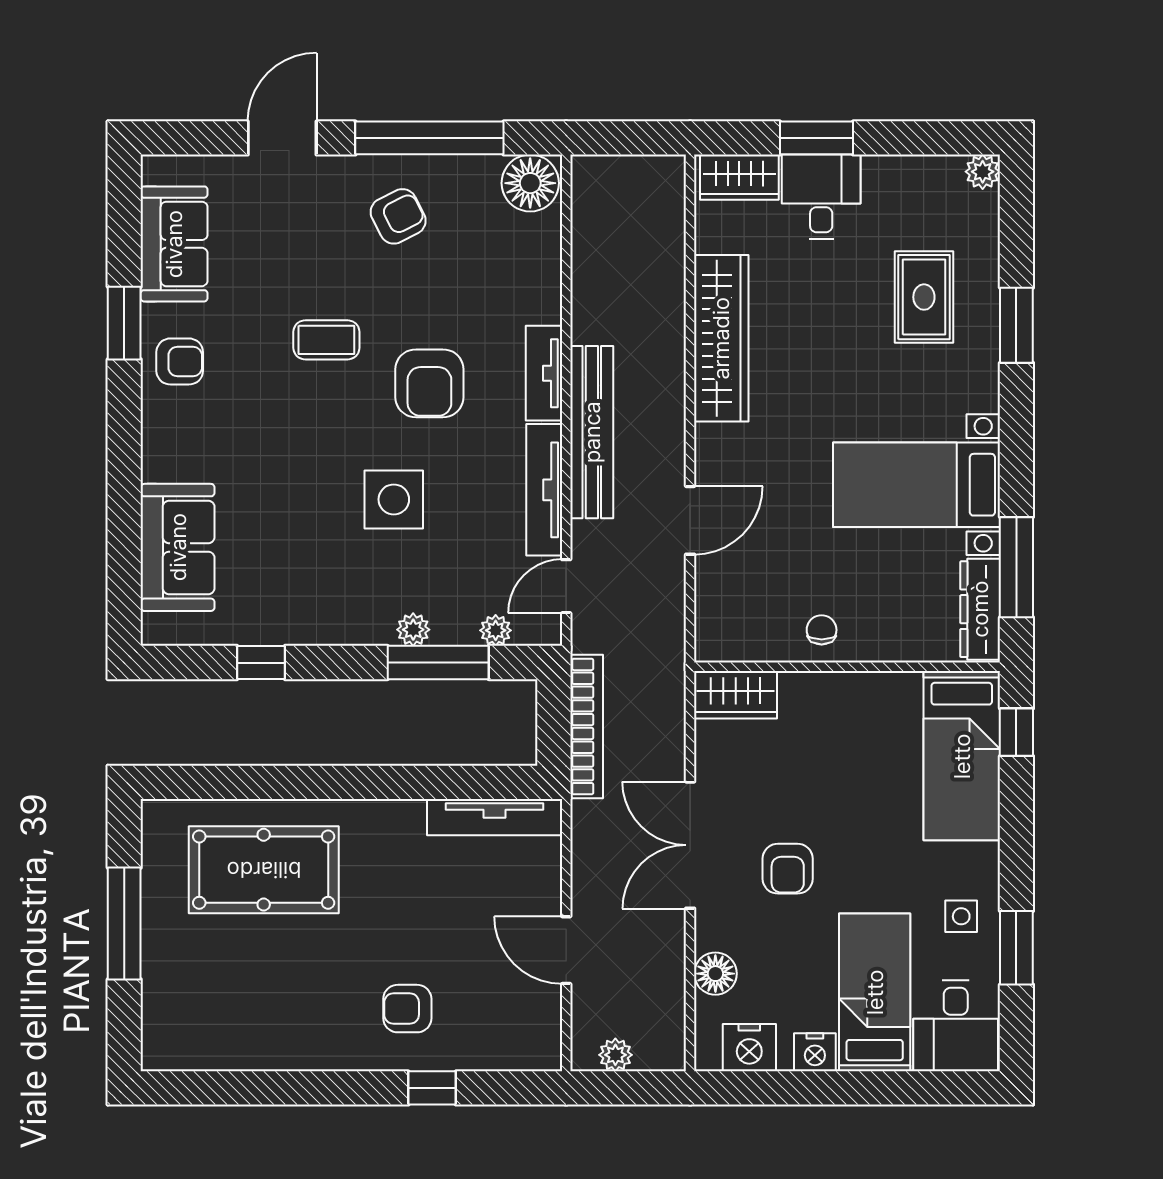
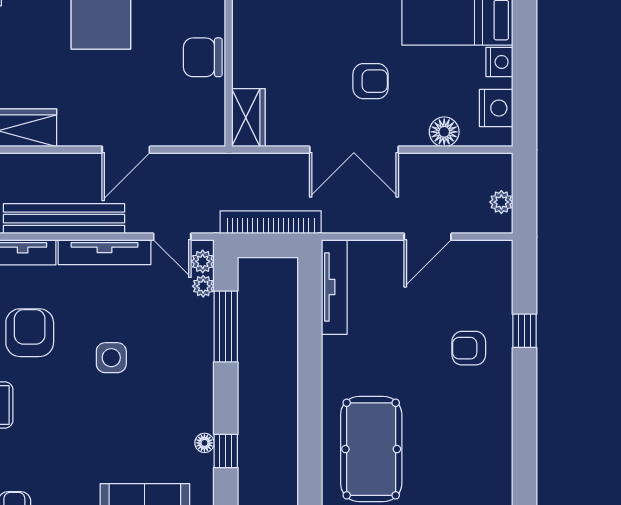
armchair: (429, 383) -> (30, 333), turned -90
side table: (394, 499) -> (111, 358), width x0.73, depth x0.73
door: (690, 520) -> (126, 150), swing flipped
plant: (413, 630) -> (203, 261), moved
chair: (822, 630) -> (203, 57), width x1.87, depth x1.87
floor lamp: (272, 632) -> (204, 443), added
armchair: (407, 1009) -> (469, 348), turned 90

